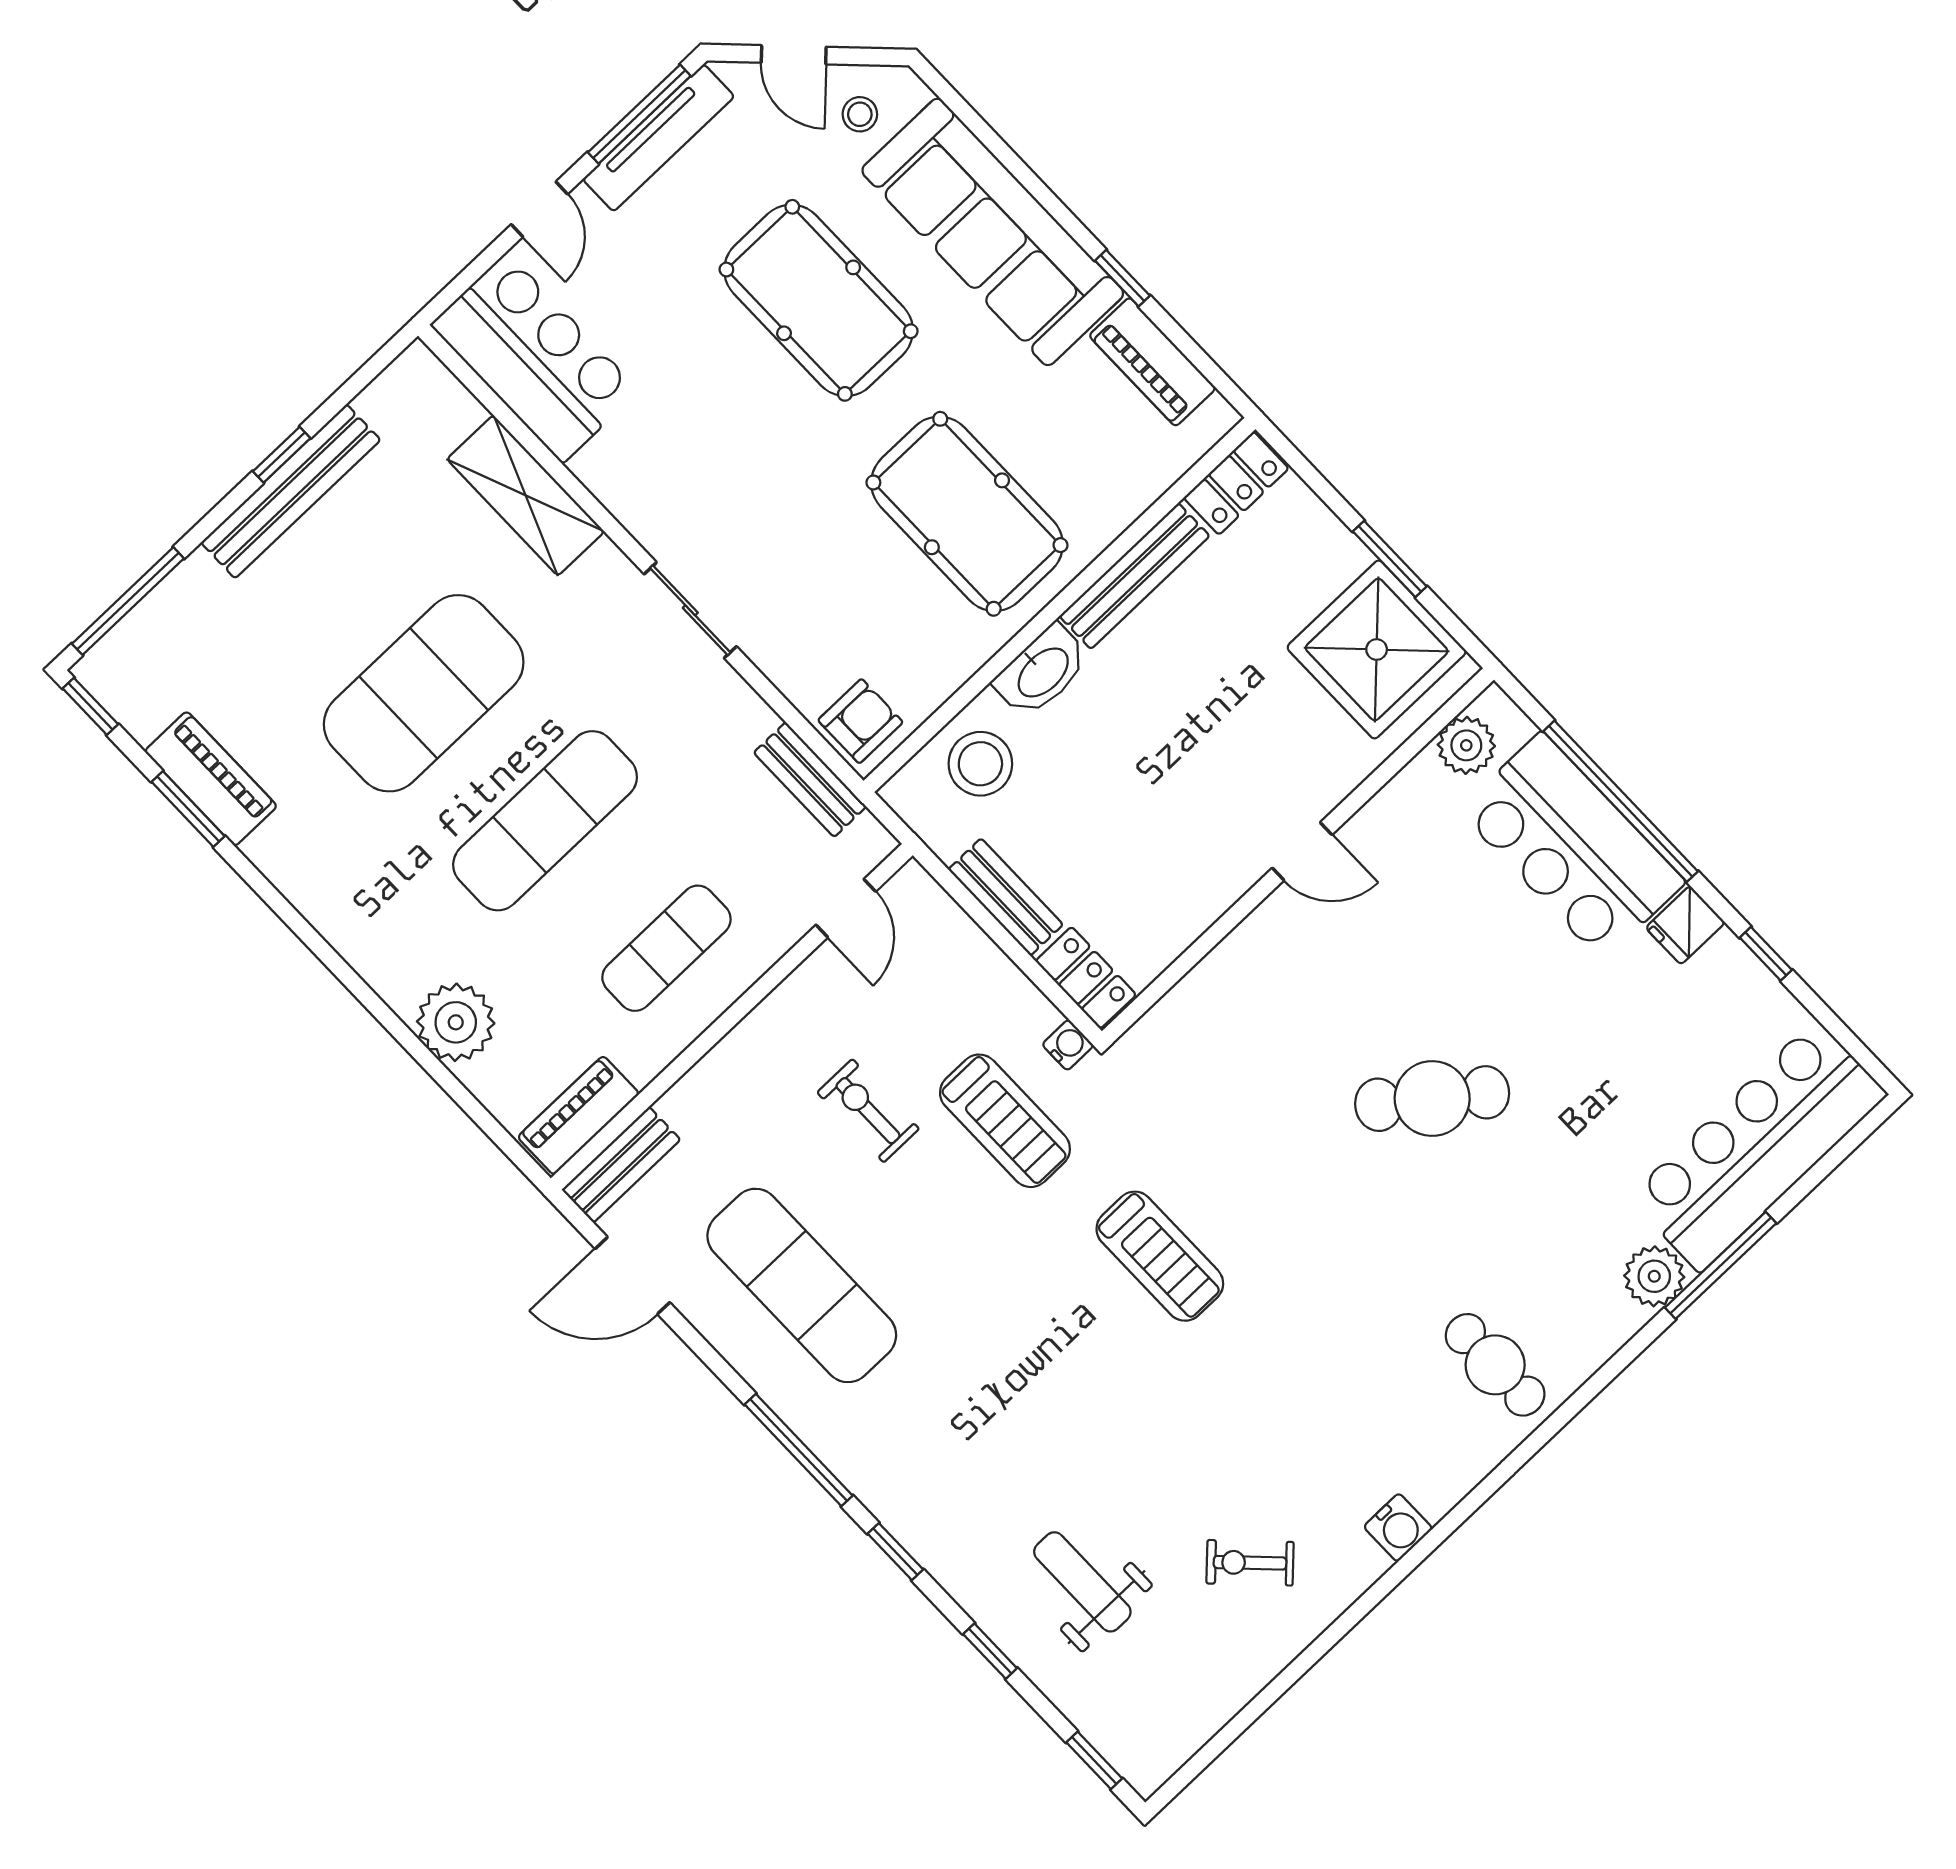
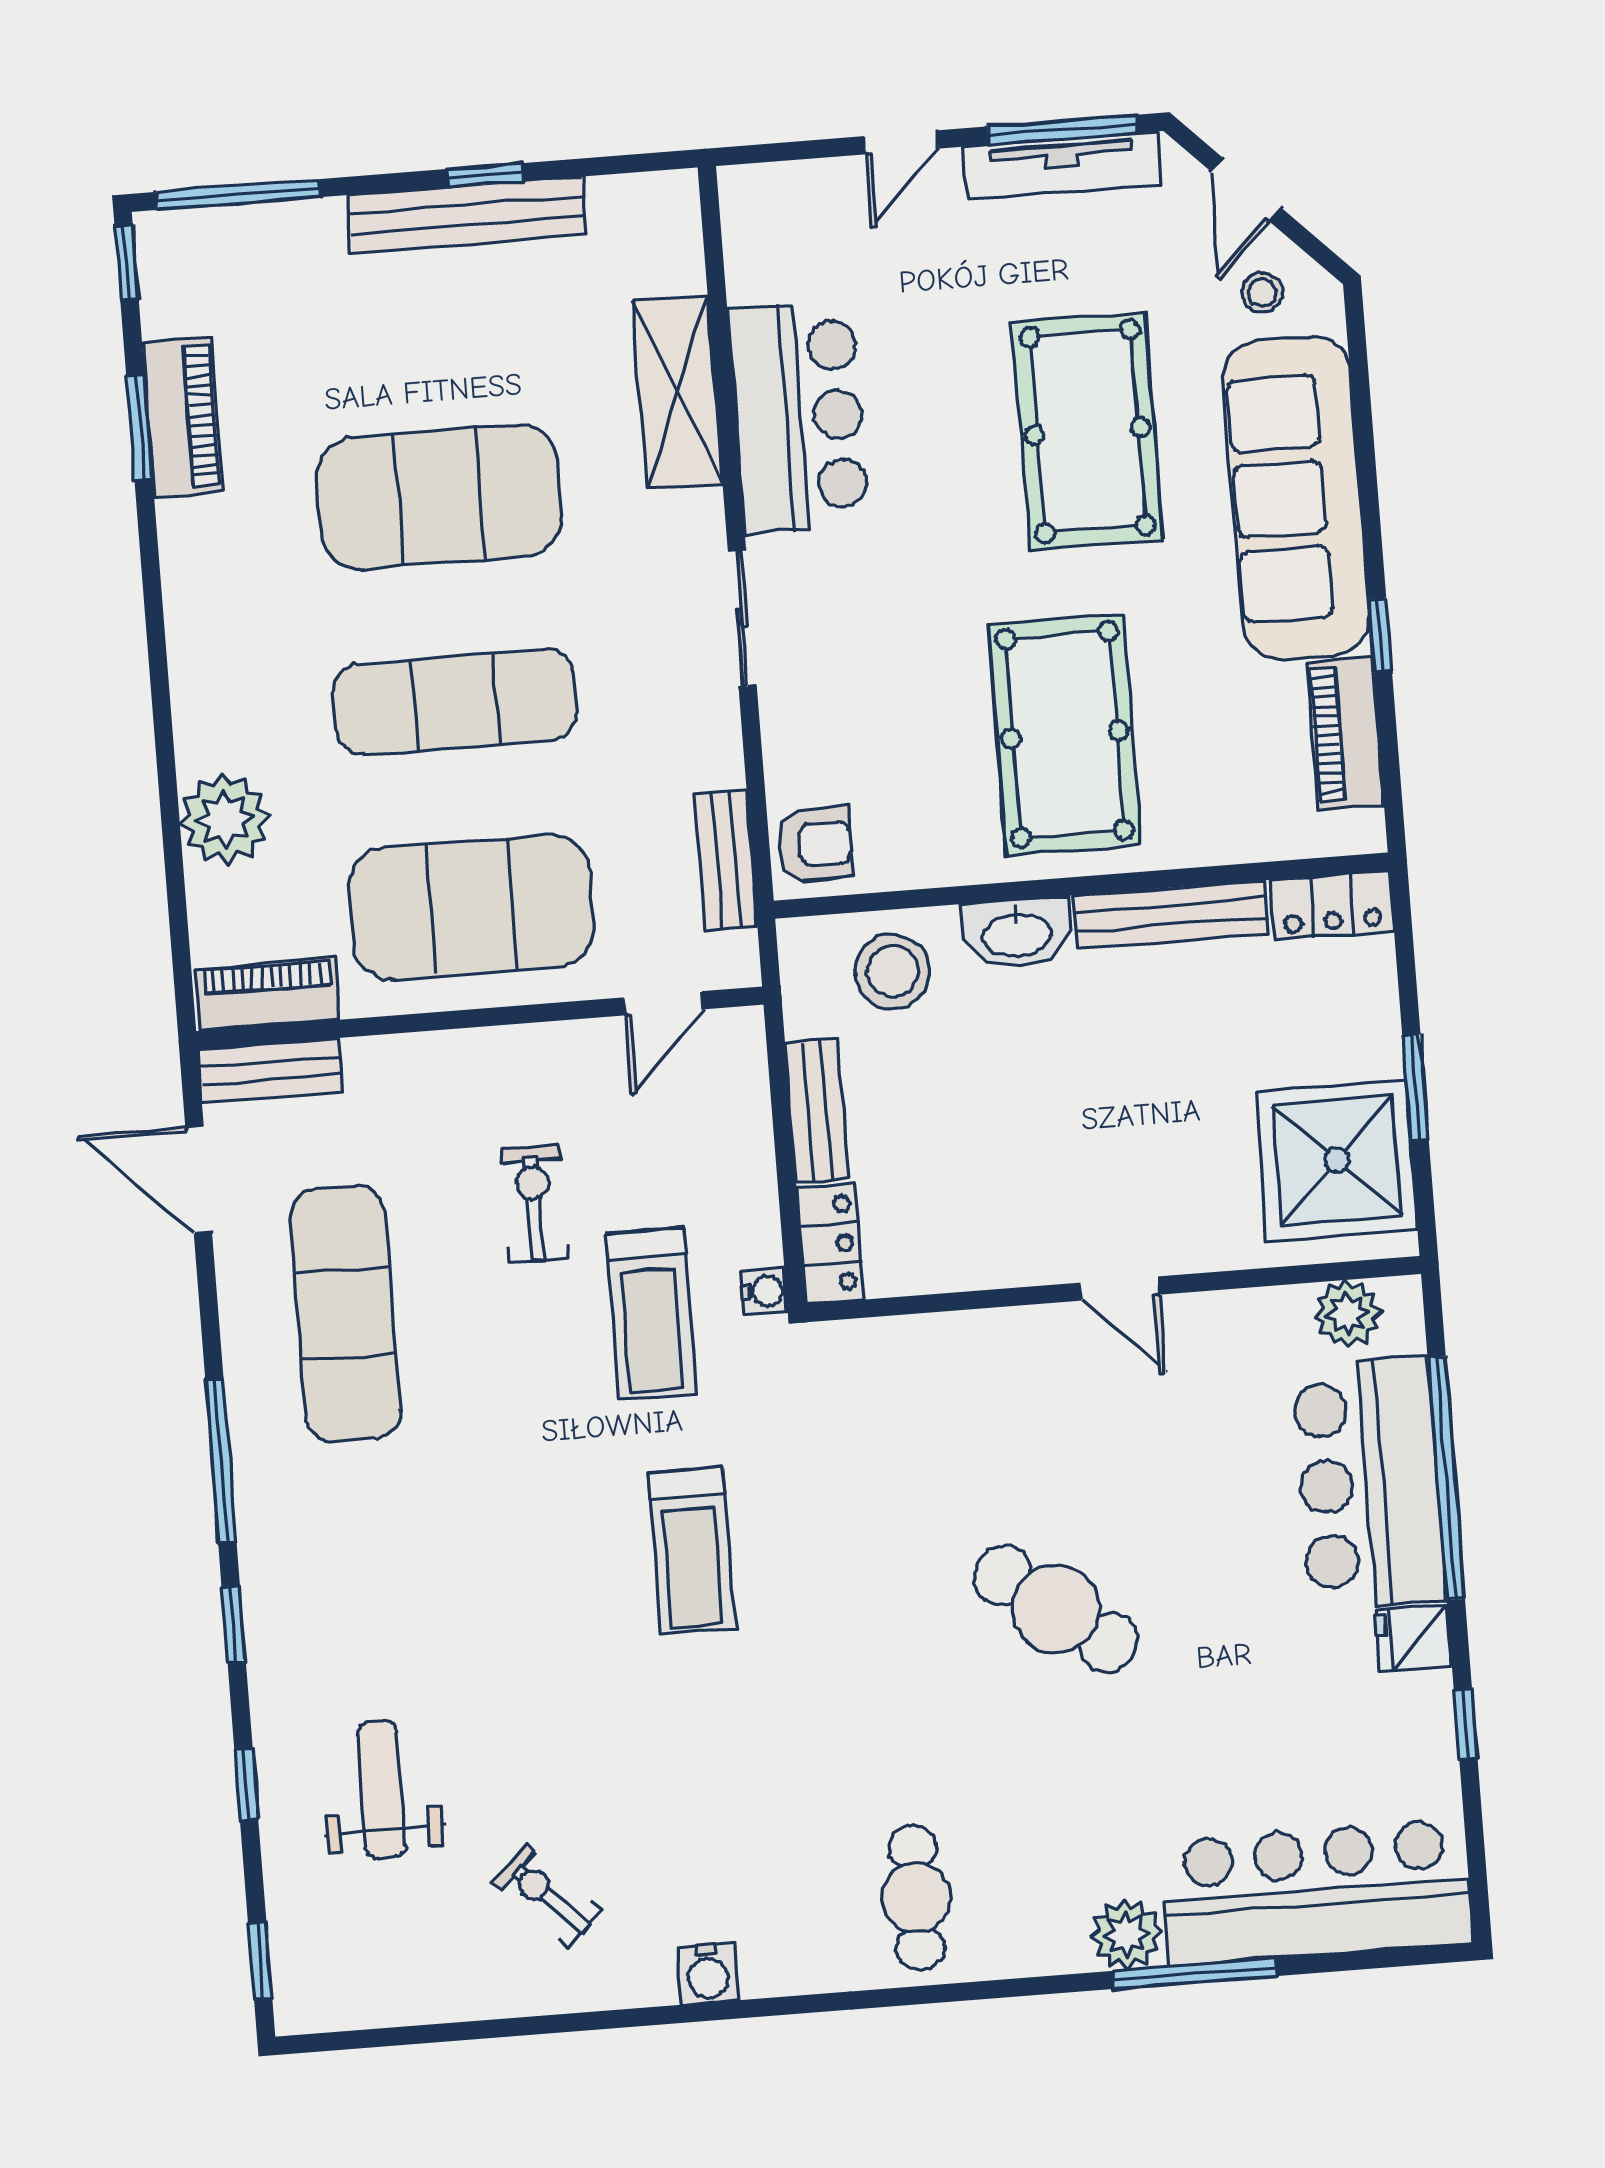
bar counter: (535, 358) -> (799, 417), moved
exercise mat: (666, 948) -> (471, 907), width x2.00, depth x1.45

